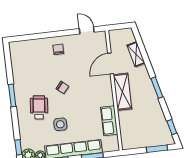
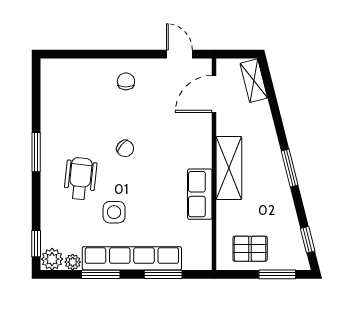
shelving: (136, 54) -> (254, 81), moved
door: (111, 63) -> (214, 94), moved
row of seats: (109, 121) -> (200, 194), moved
pallet: (140, 136) -> (250, 249), added

